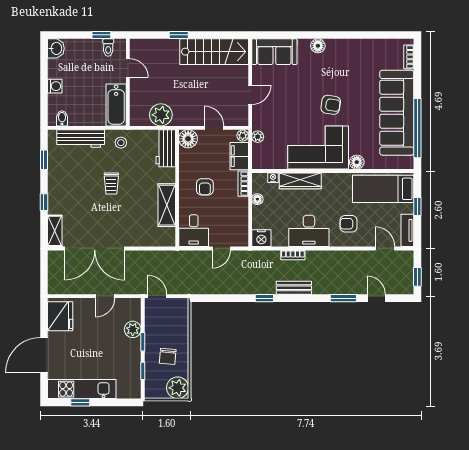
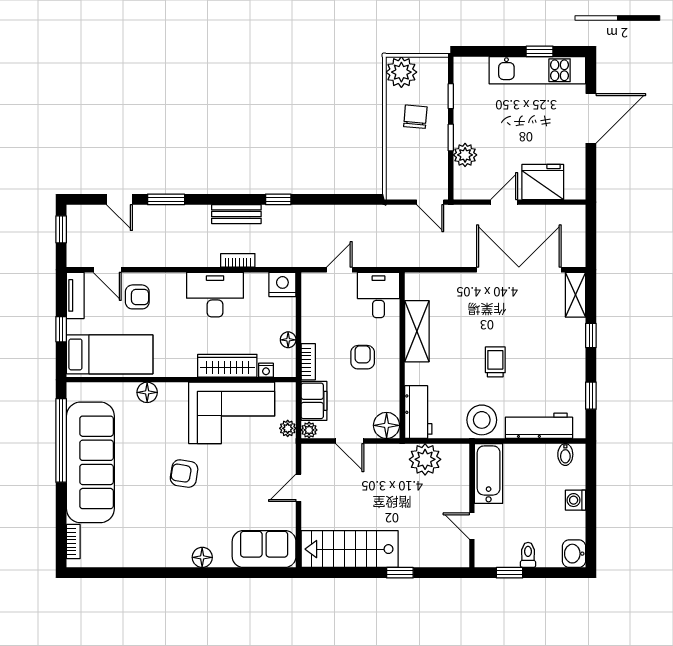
toilet: (108, 48) -> (528, 555), moved
stool: (121, 143) -> (482, 420), width x1.89, depth x1.89
corner sofa: (318, 148) -> (232, 413), moved
armchair: (349, 224) -> (137, 297), moved
fridge: (60, 316) -> (543, 182), moved, turned 90

